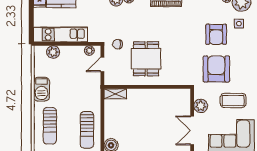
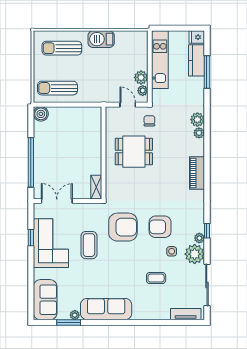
plant: (53, 52) -> (141, 77), moved
shelving: (115, 94) -> (96, 187), moved
plant: (201, 106) -> (83, 210), removed

